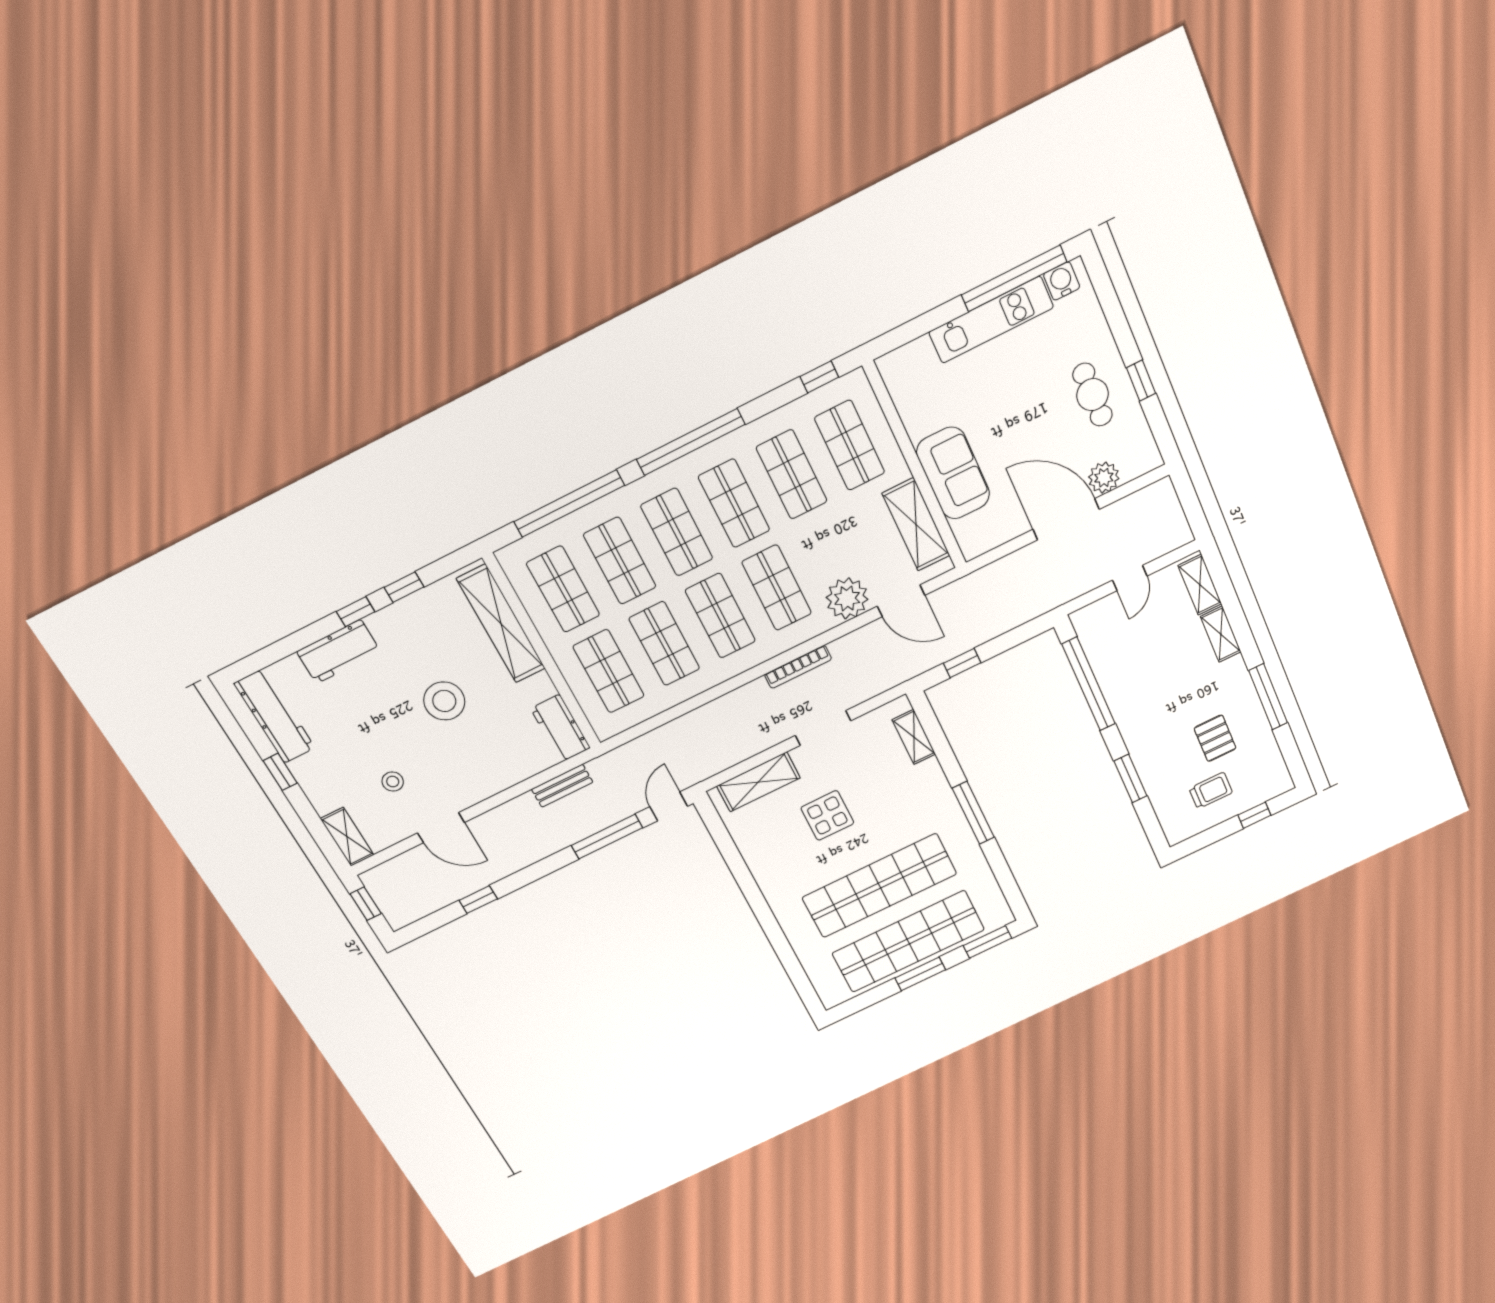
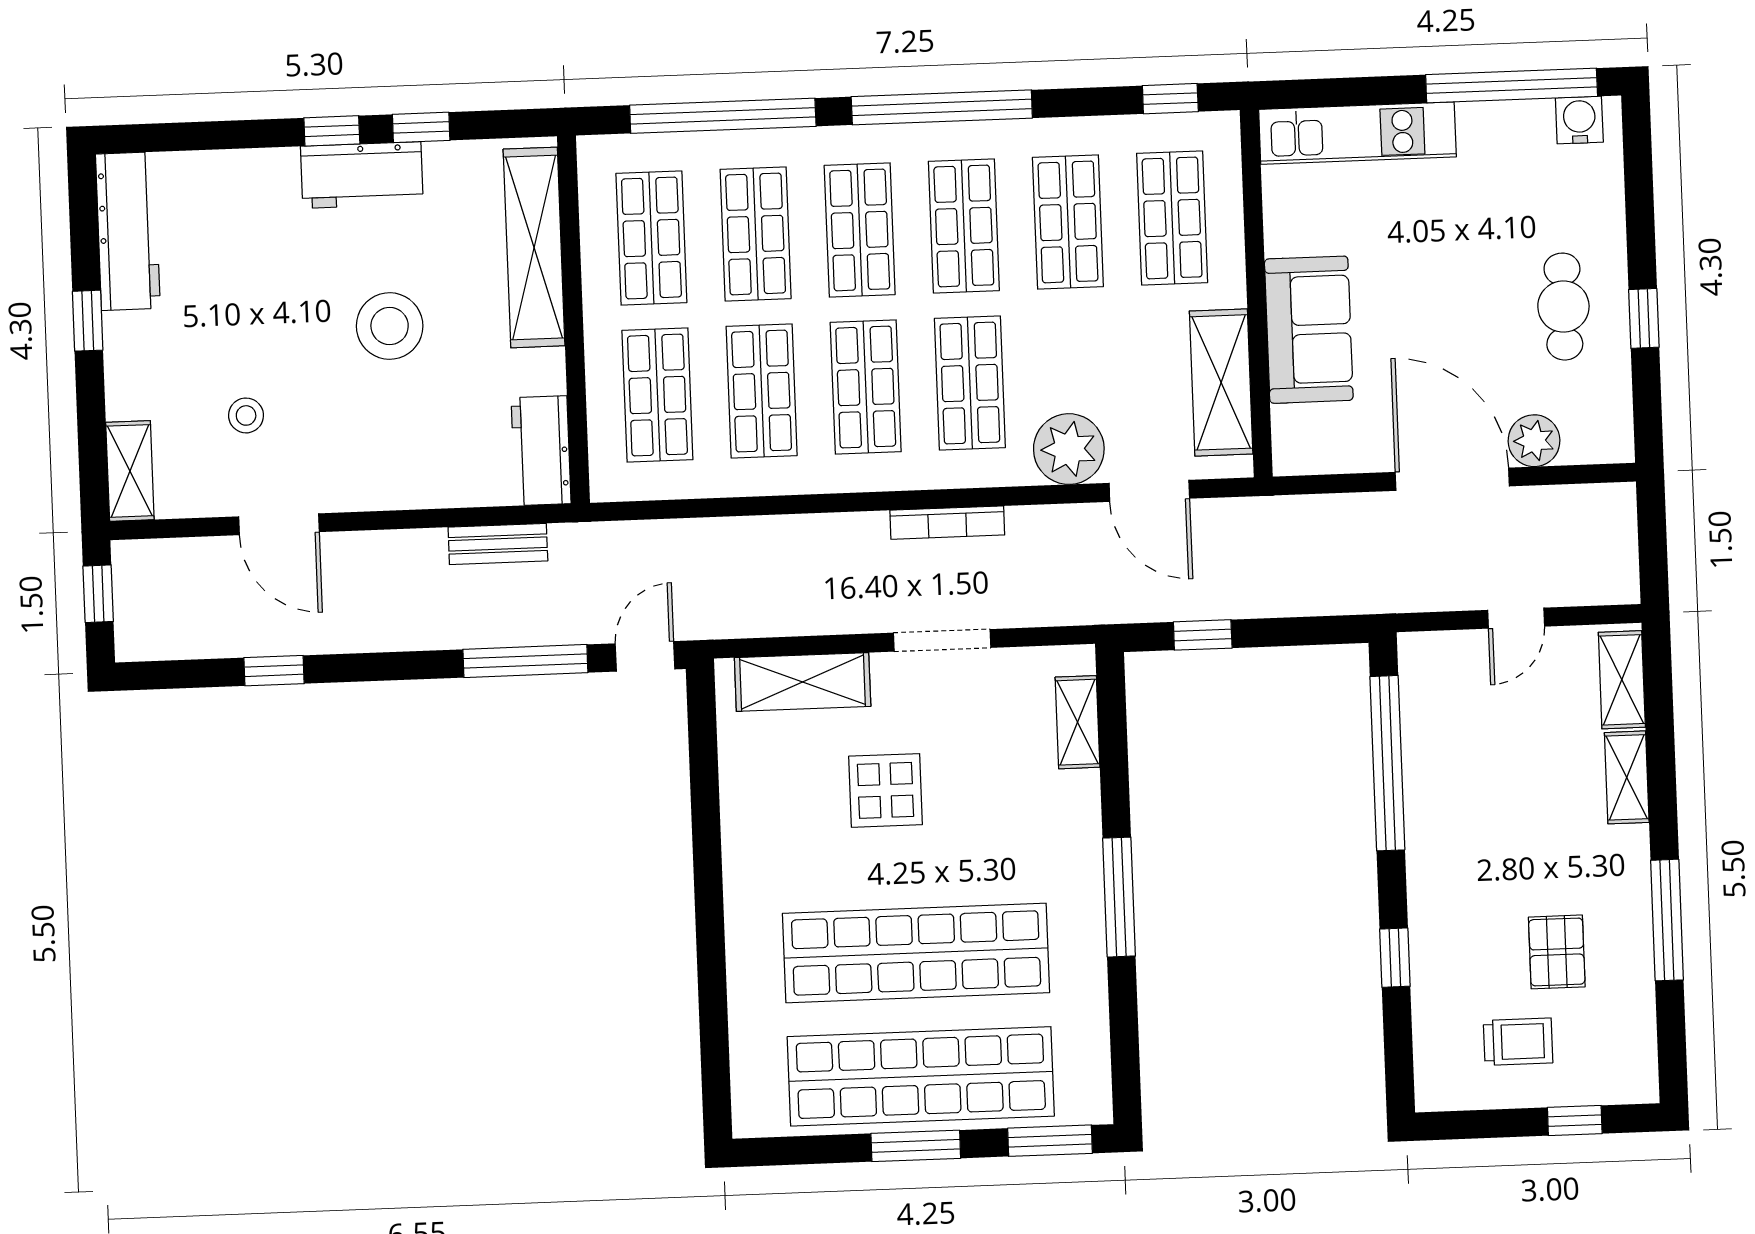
kitchen unit: (991, 320) -> (1357, 133), moved
workbench: (338, 652) -> (362, 175), moved
window: (1130, 778) -> (1395, 958), width x0.67

